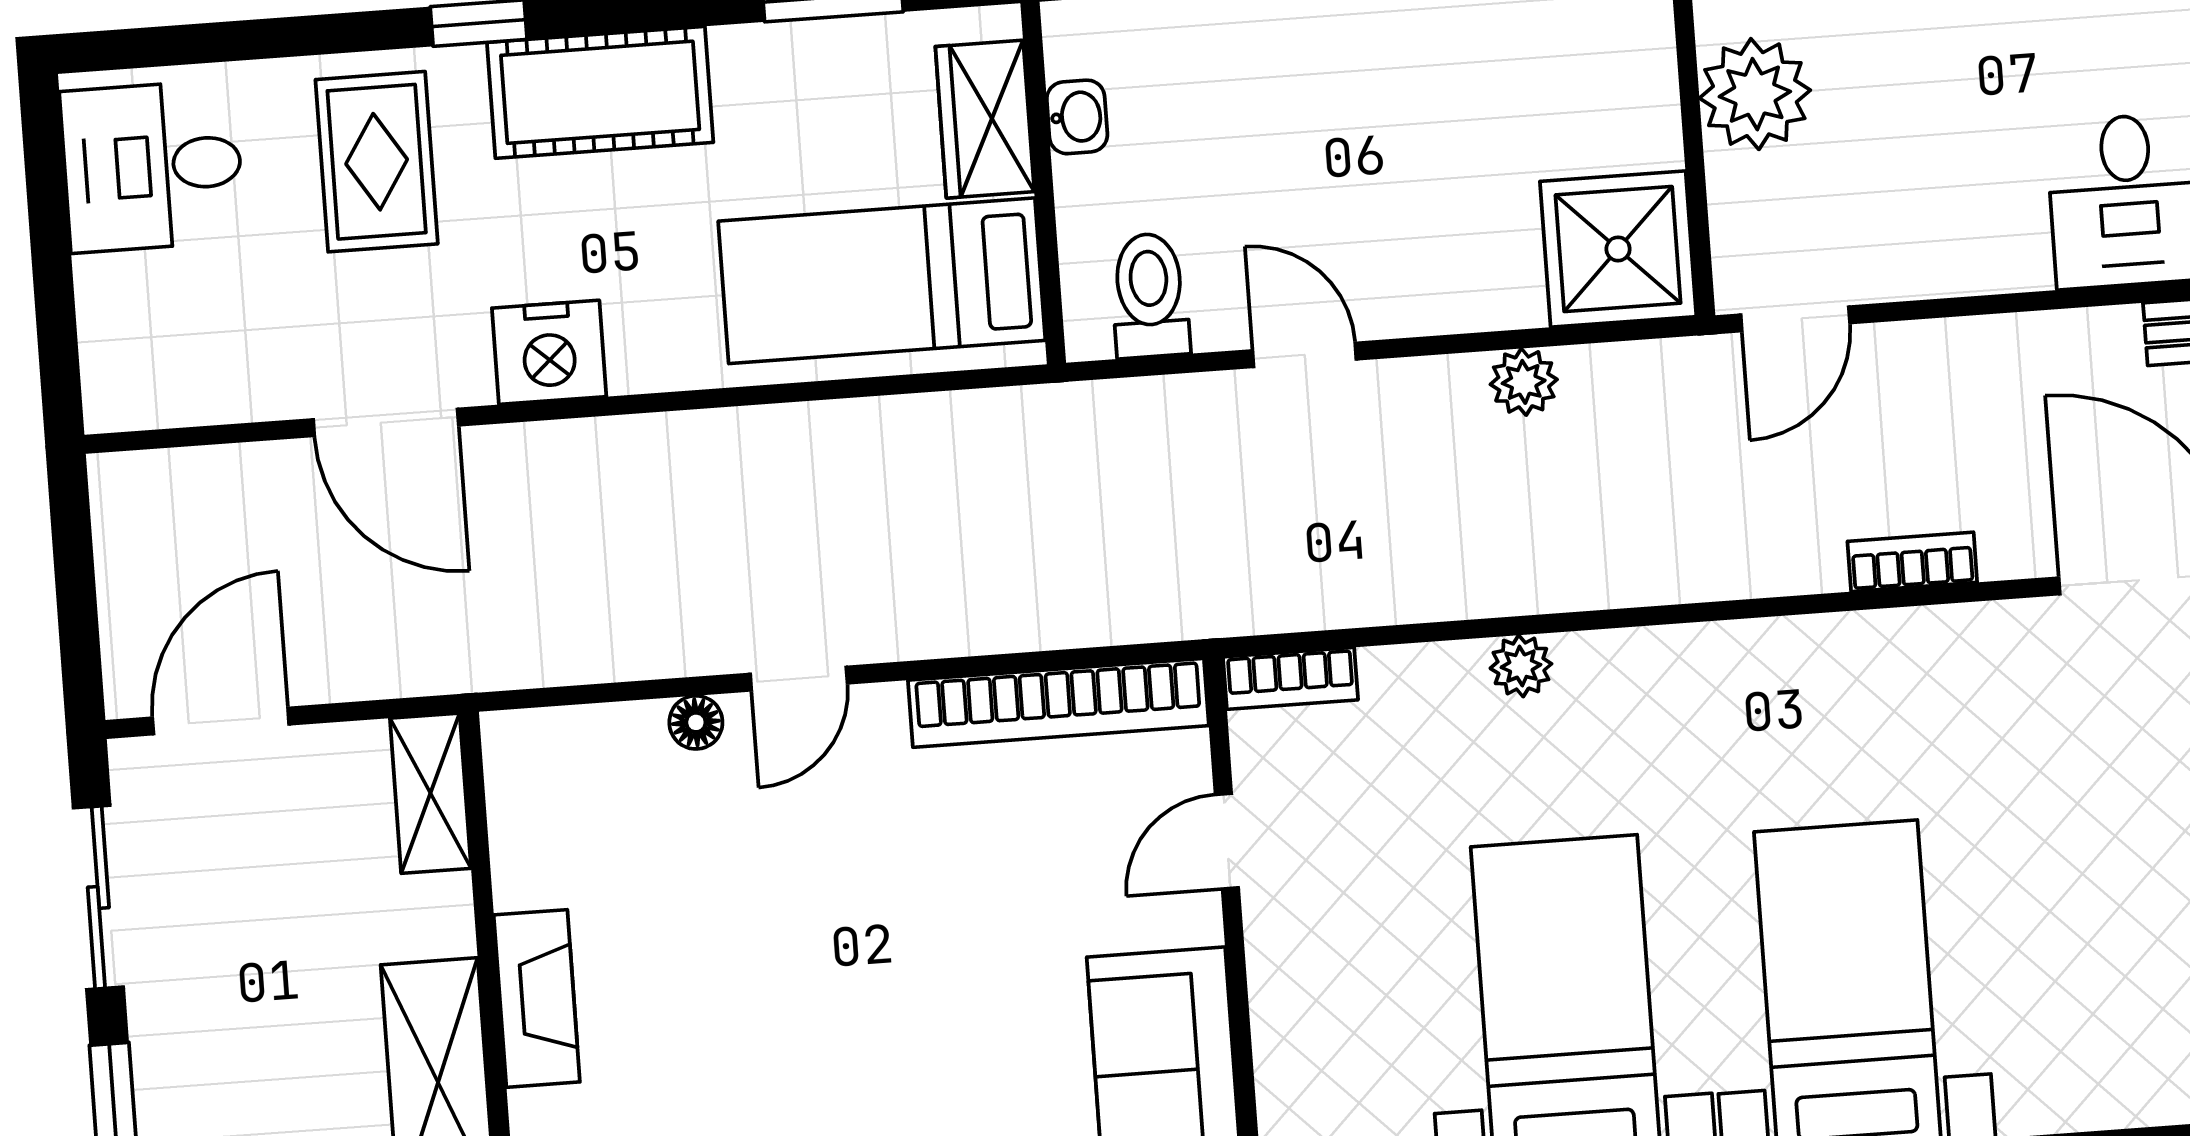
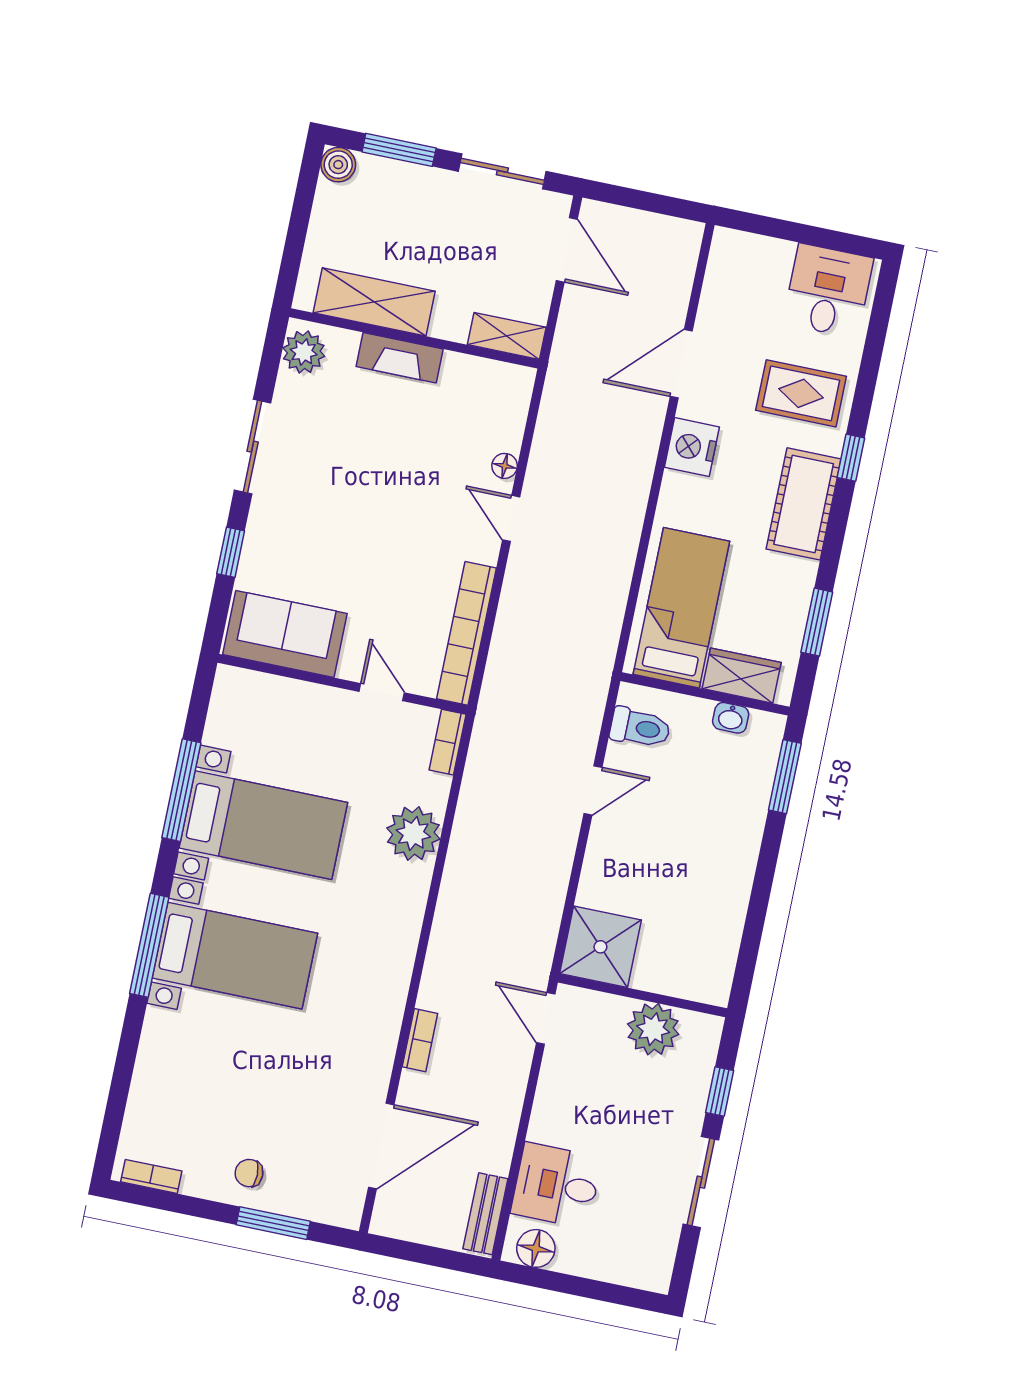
plant: (1524, 382) -> (552, 887), removed
plant: (1521, 666) -> (413, 833), width x1.88, depth x1.88

